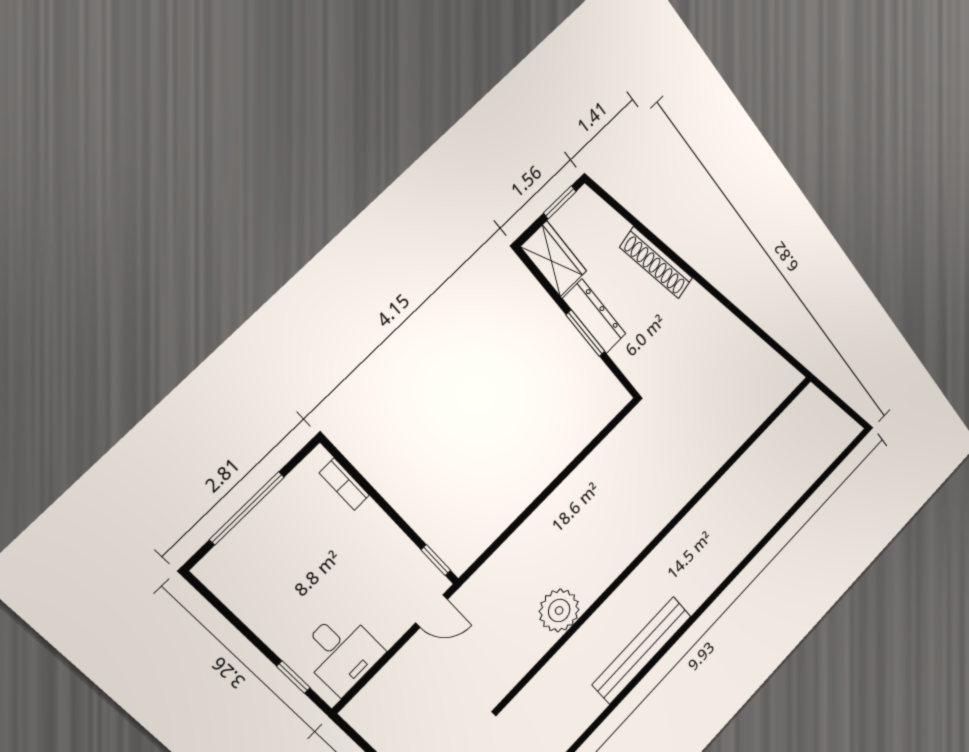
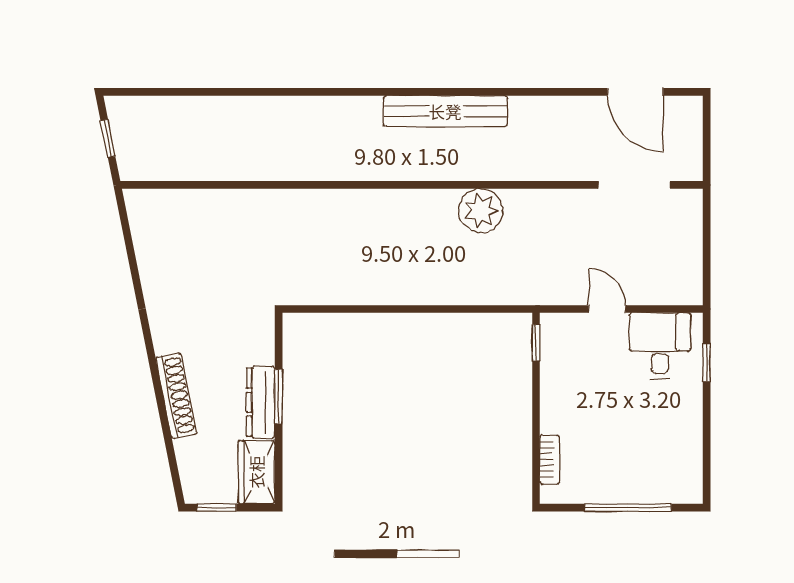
window: (840, 403) -> (108, 138), added
door: (432, 611) -> (607, 309), moved

